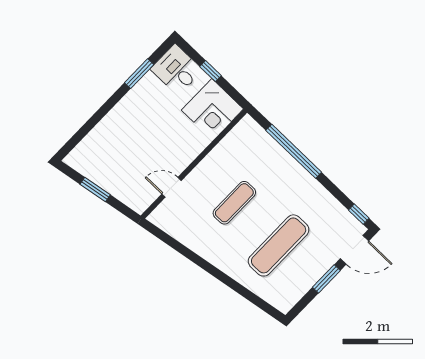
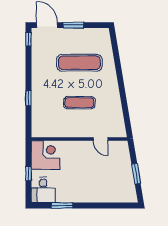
window: (294, 151) -> (28, 98), width x0.32

